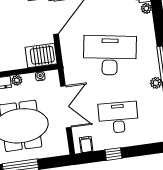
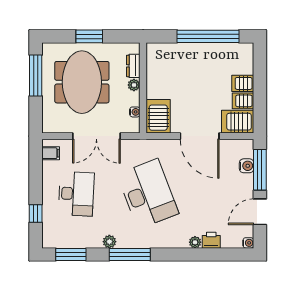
desk: (110, 55) -> (148, 194), turned -30
window: (113, 154) -> (36, 213), moved

